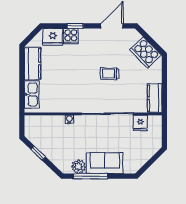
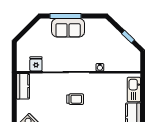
trolley: (110, 74) -> (75, 99), moved
plant: (79, 167) -> (92, 25), removed
window: (90, 176) -> (65, 16), moved

